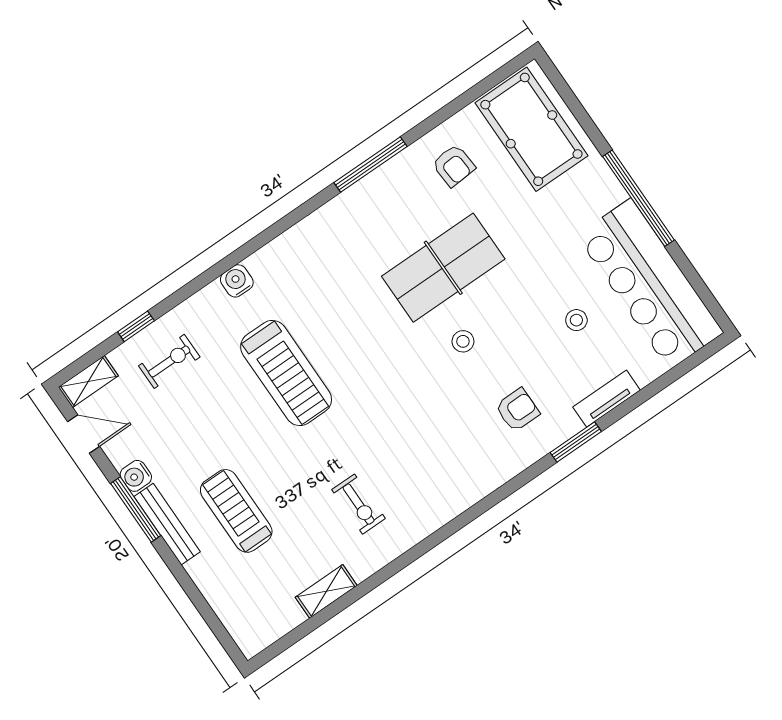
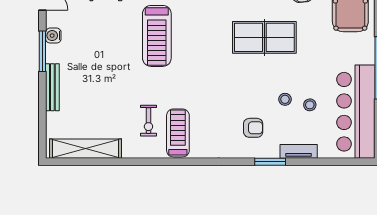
stool: (463, 341) -> (285, 99), moved
treadmill: (236, 511) -> (178, 133), moved
bench: (167, 524) -> (52, 87), moved
shelving: (326, 591) -> (86, 149), width x2.20, depth x1.33

